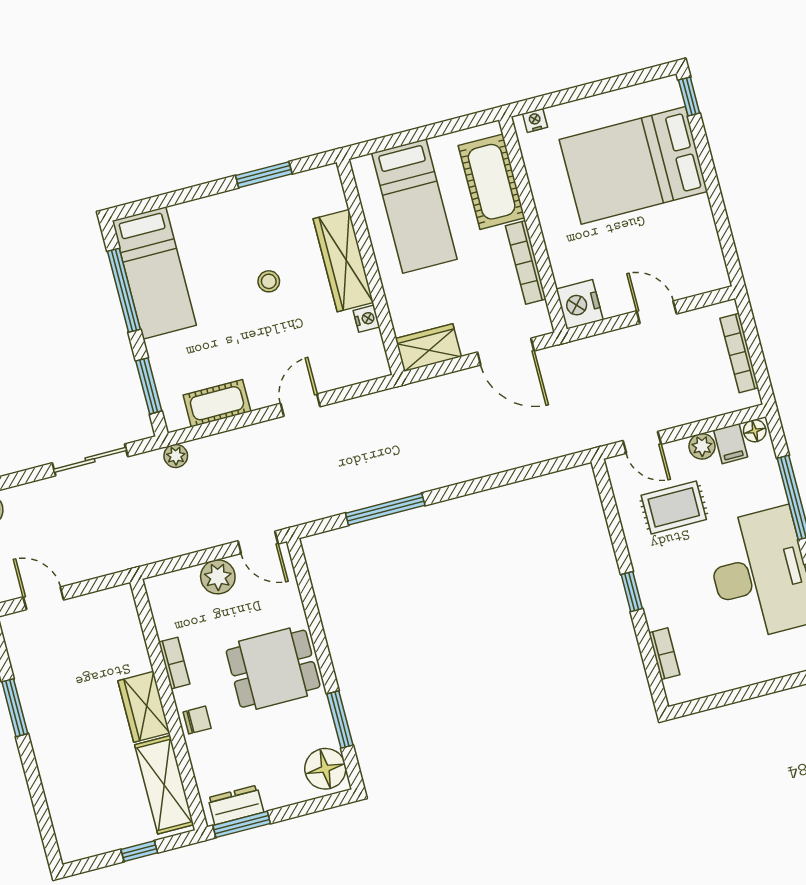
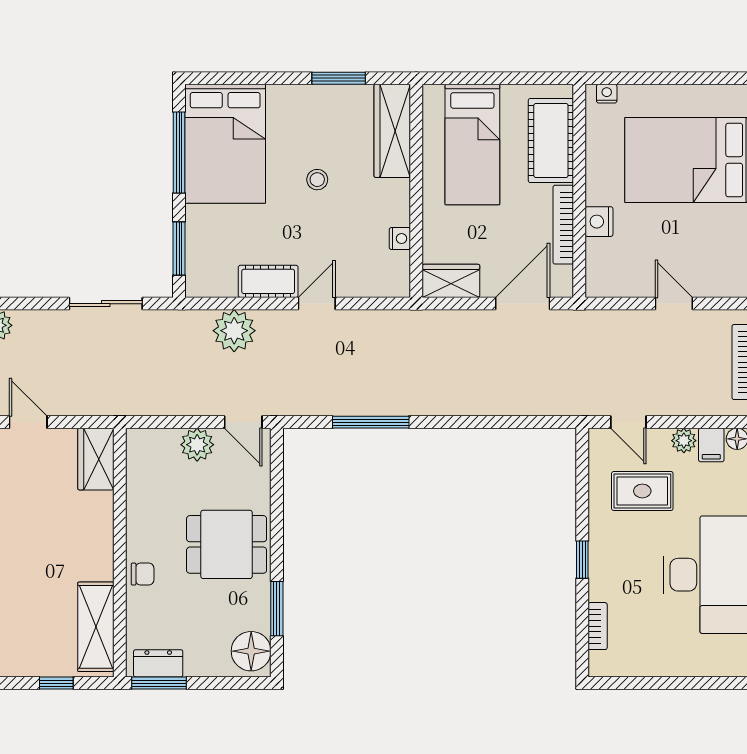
wardrobe: (343, 261) -> (392, 131), moved
bed: (154, 273) -> (225, 144), width x1.50
nightstand: (580, 304) -> (599, 222), moved, width x0.74, depth x0.75
door: (506, 352) -> (523, 304), swing flipped
cot: (217, 403) -> (268, 281), moved
plant: (176, 456) -> (234, 331), moved, width x1.88, depth x1.88
bookcase: (174, 663) -> (135, 515), removed
wardrobe: (144, 707) -> (96, 459), moved

